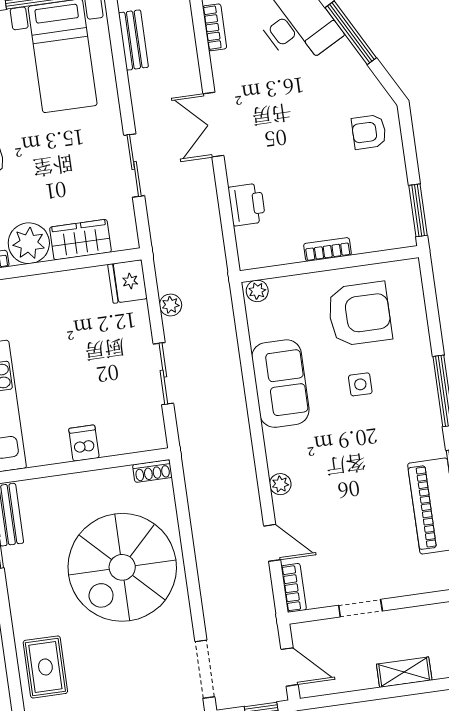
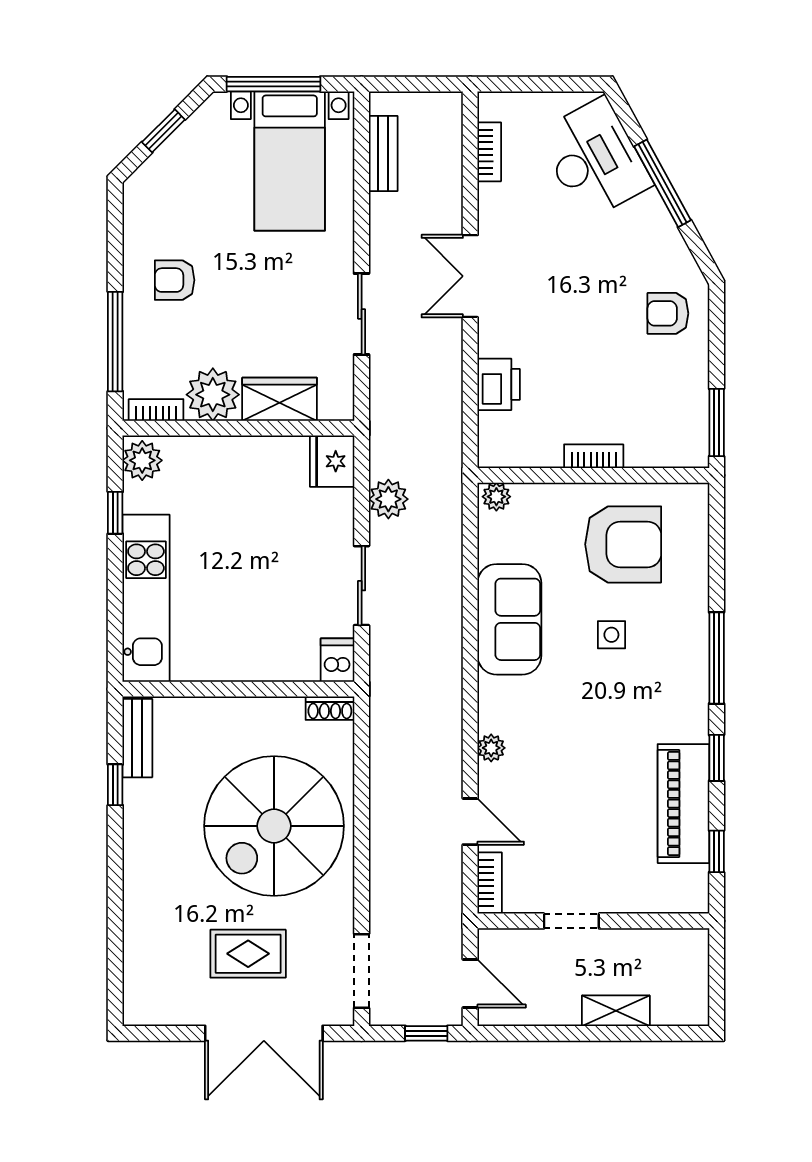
plant: (171, 305) -> (388, 499), width x1.38, depth x1.38
dishwasher: (84, 443) -> (337, 660), moved
rug: (45, 667) -> (248, 954), moved, turned 90

